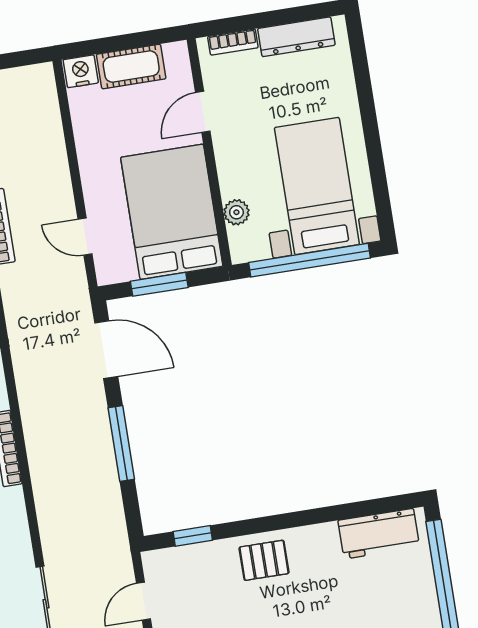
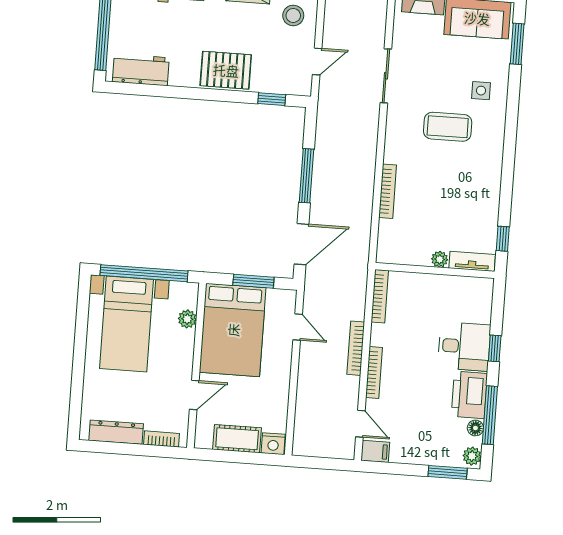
door: (106, 350) -> (301, 244), swing flipped
pallet: (264, 560) -> (226, 70), width x1.50, depth x1.42

